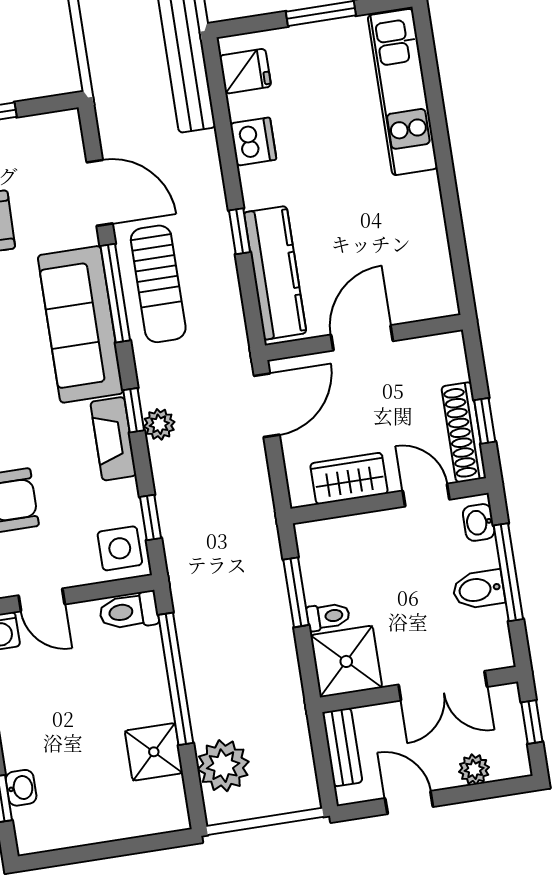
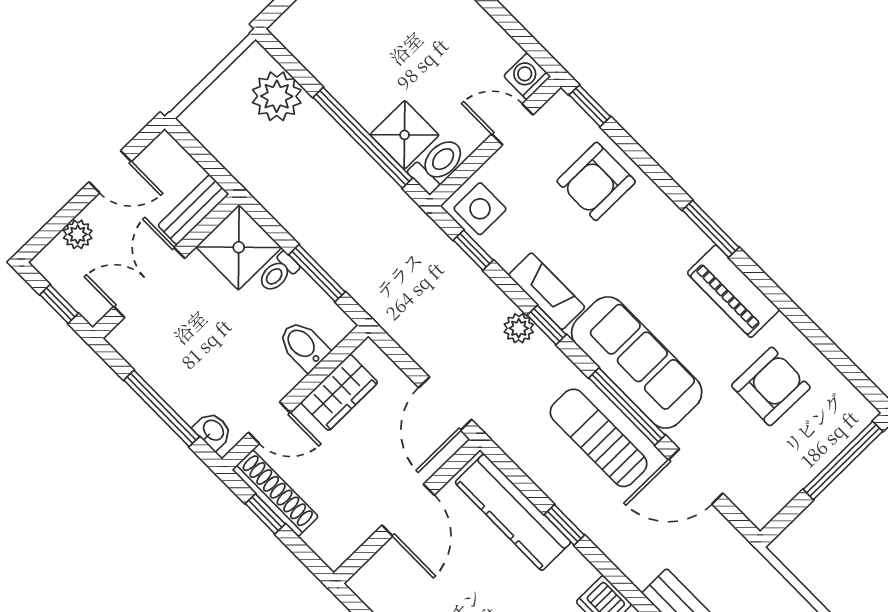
bidet: (478, 590) -> (303, 346), moved, turned -90
bench: (342, 747) -> (193, 210), moved, turned 90
shower: (154, 752) -> (405, 135), moved

